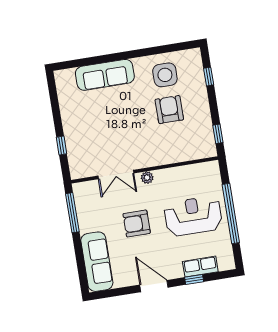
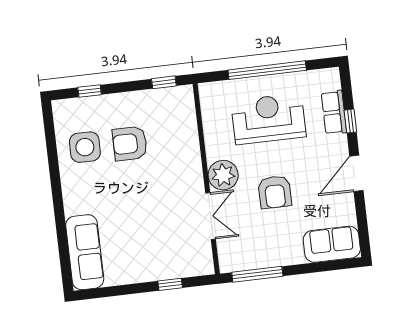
sofa: (105, 75) -> (85, 252), moved
plant: (147, 178) -> (223, 175), width x1.87, depth x1.87
reception desk: (193, 216) -> (268, 119), turned 90
sofa: (97, 262) -> (332, 244), width x0.73

